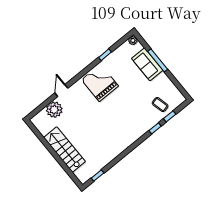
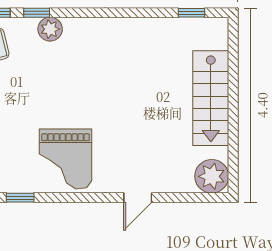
plant: (54, 110) -> (212, 176), moved
plant: (145, 126) -> (50, 29), added

